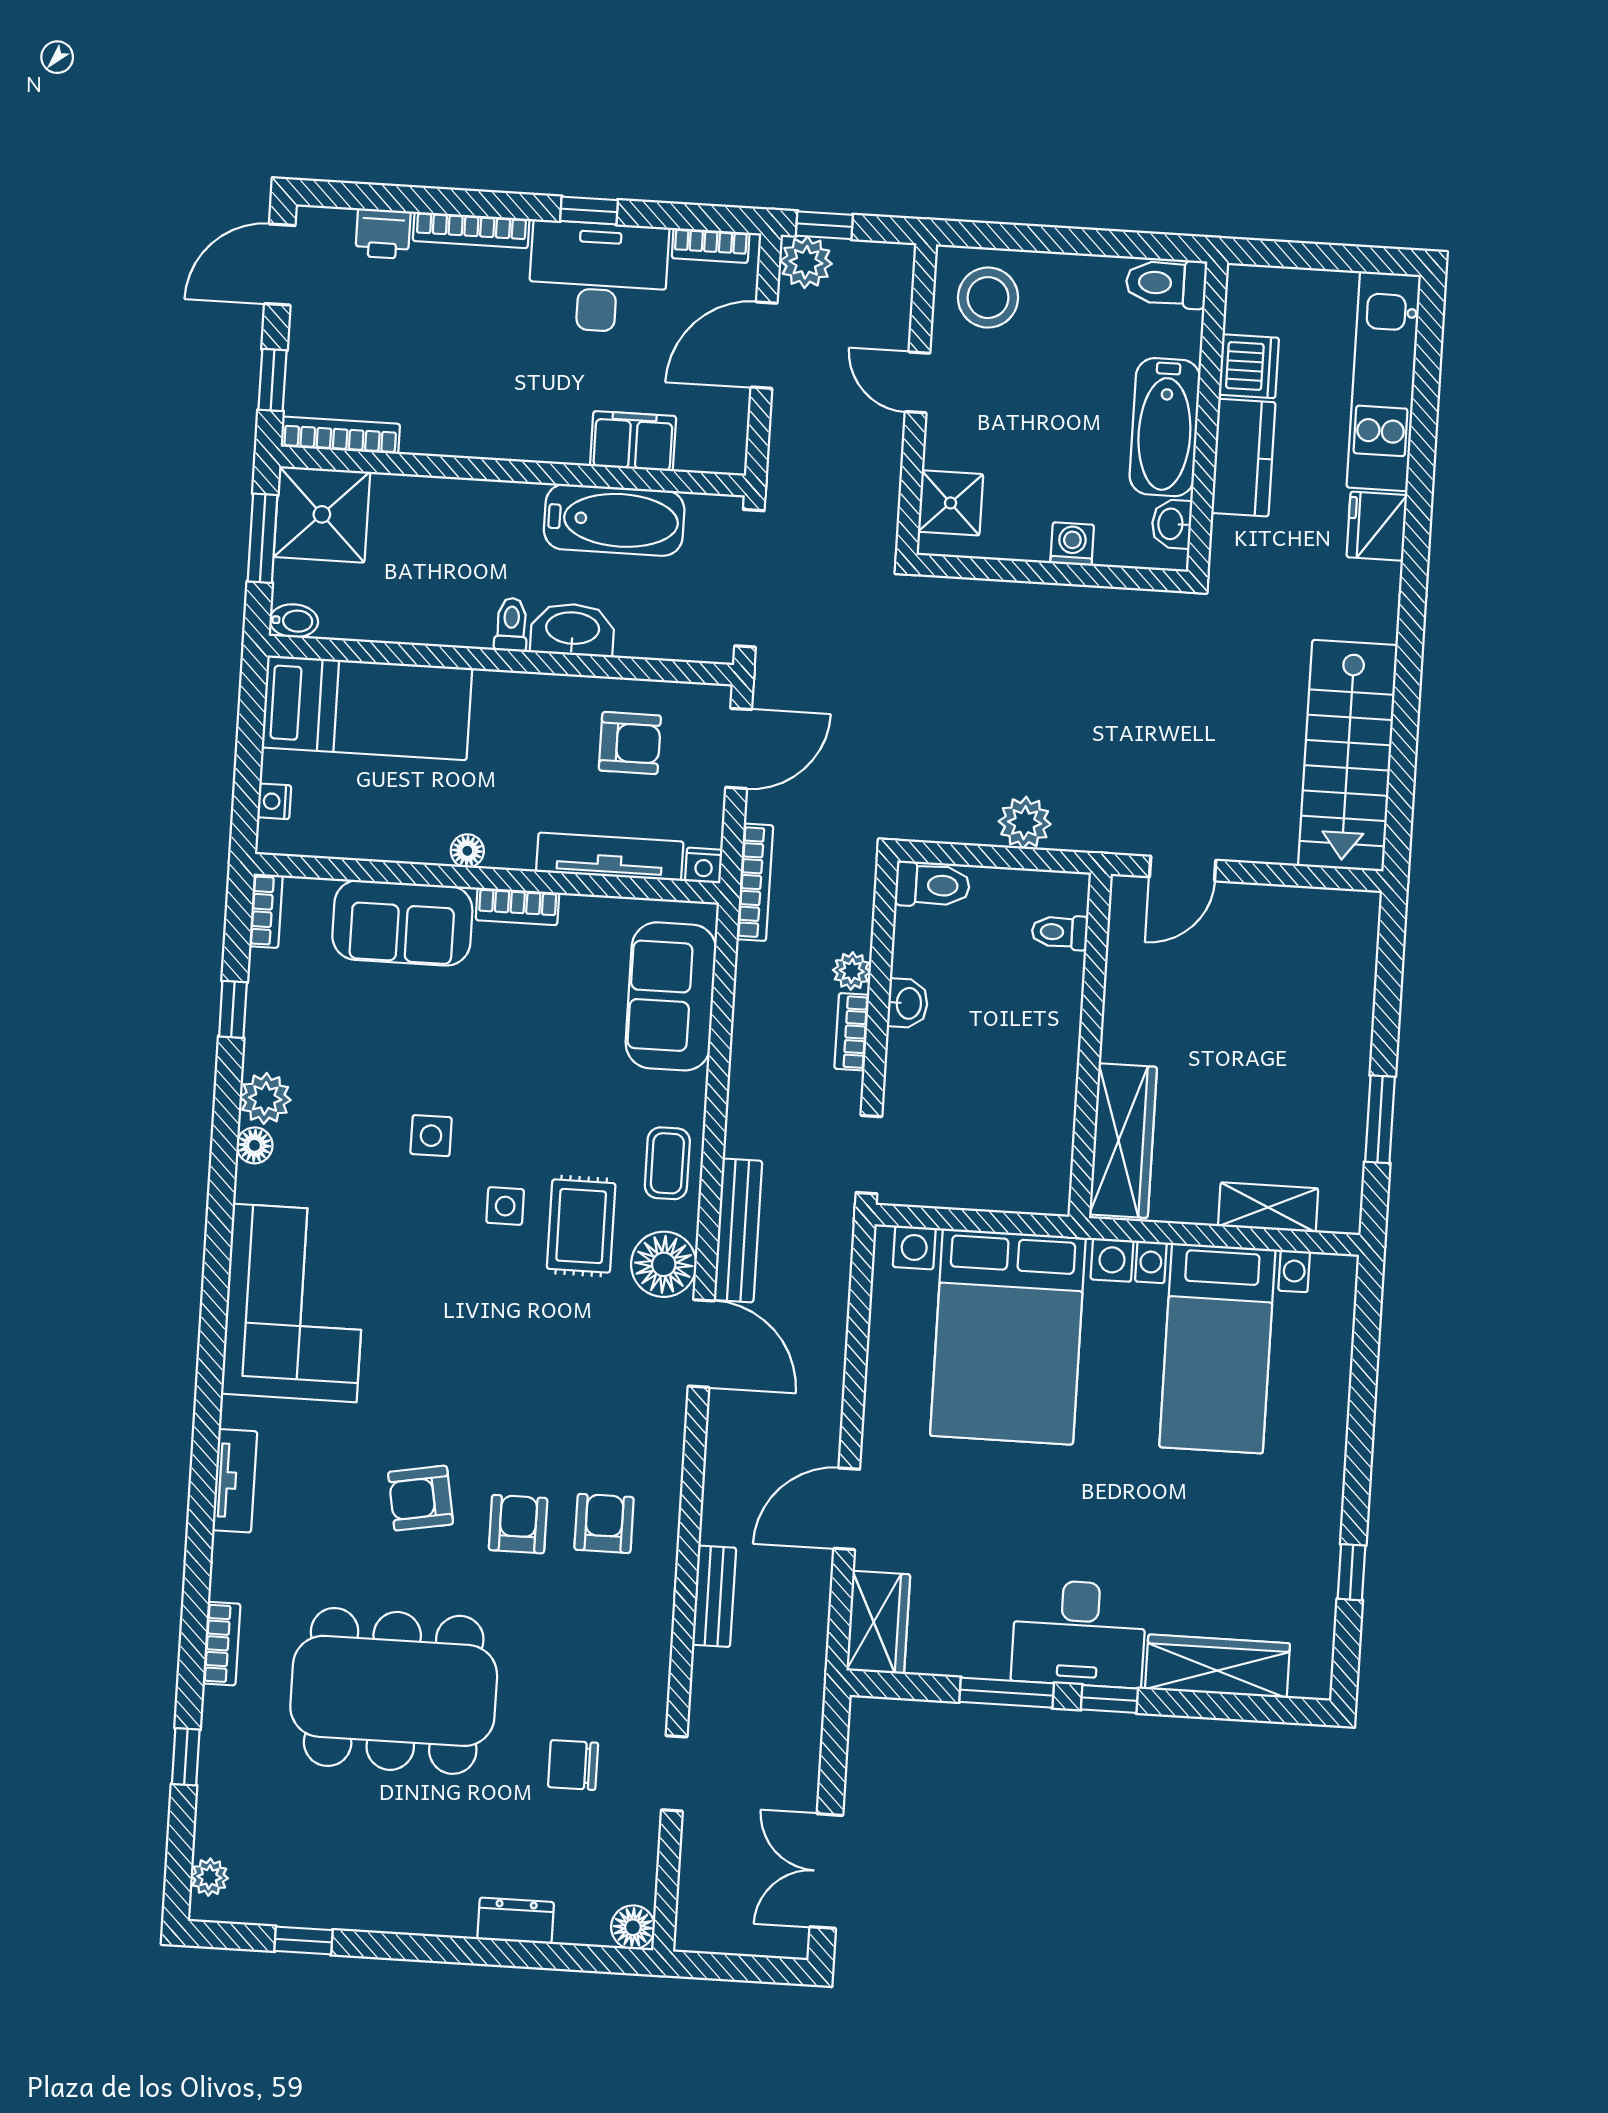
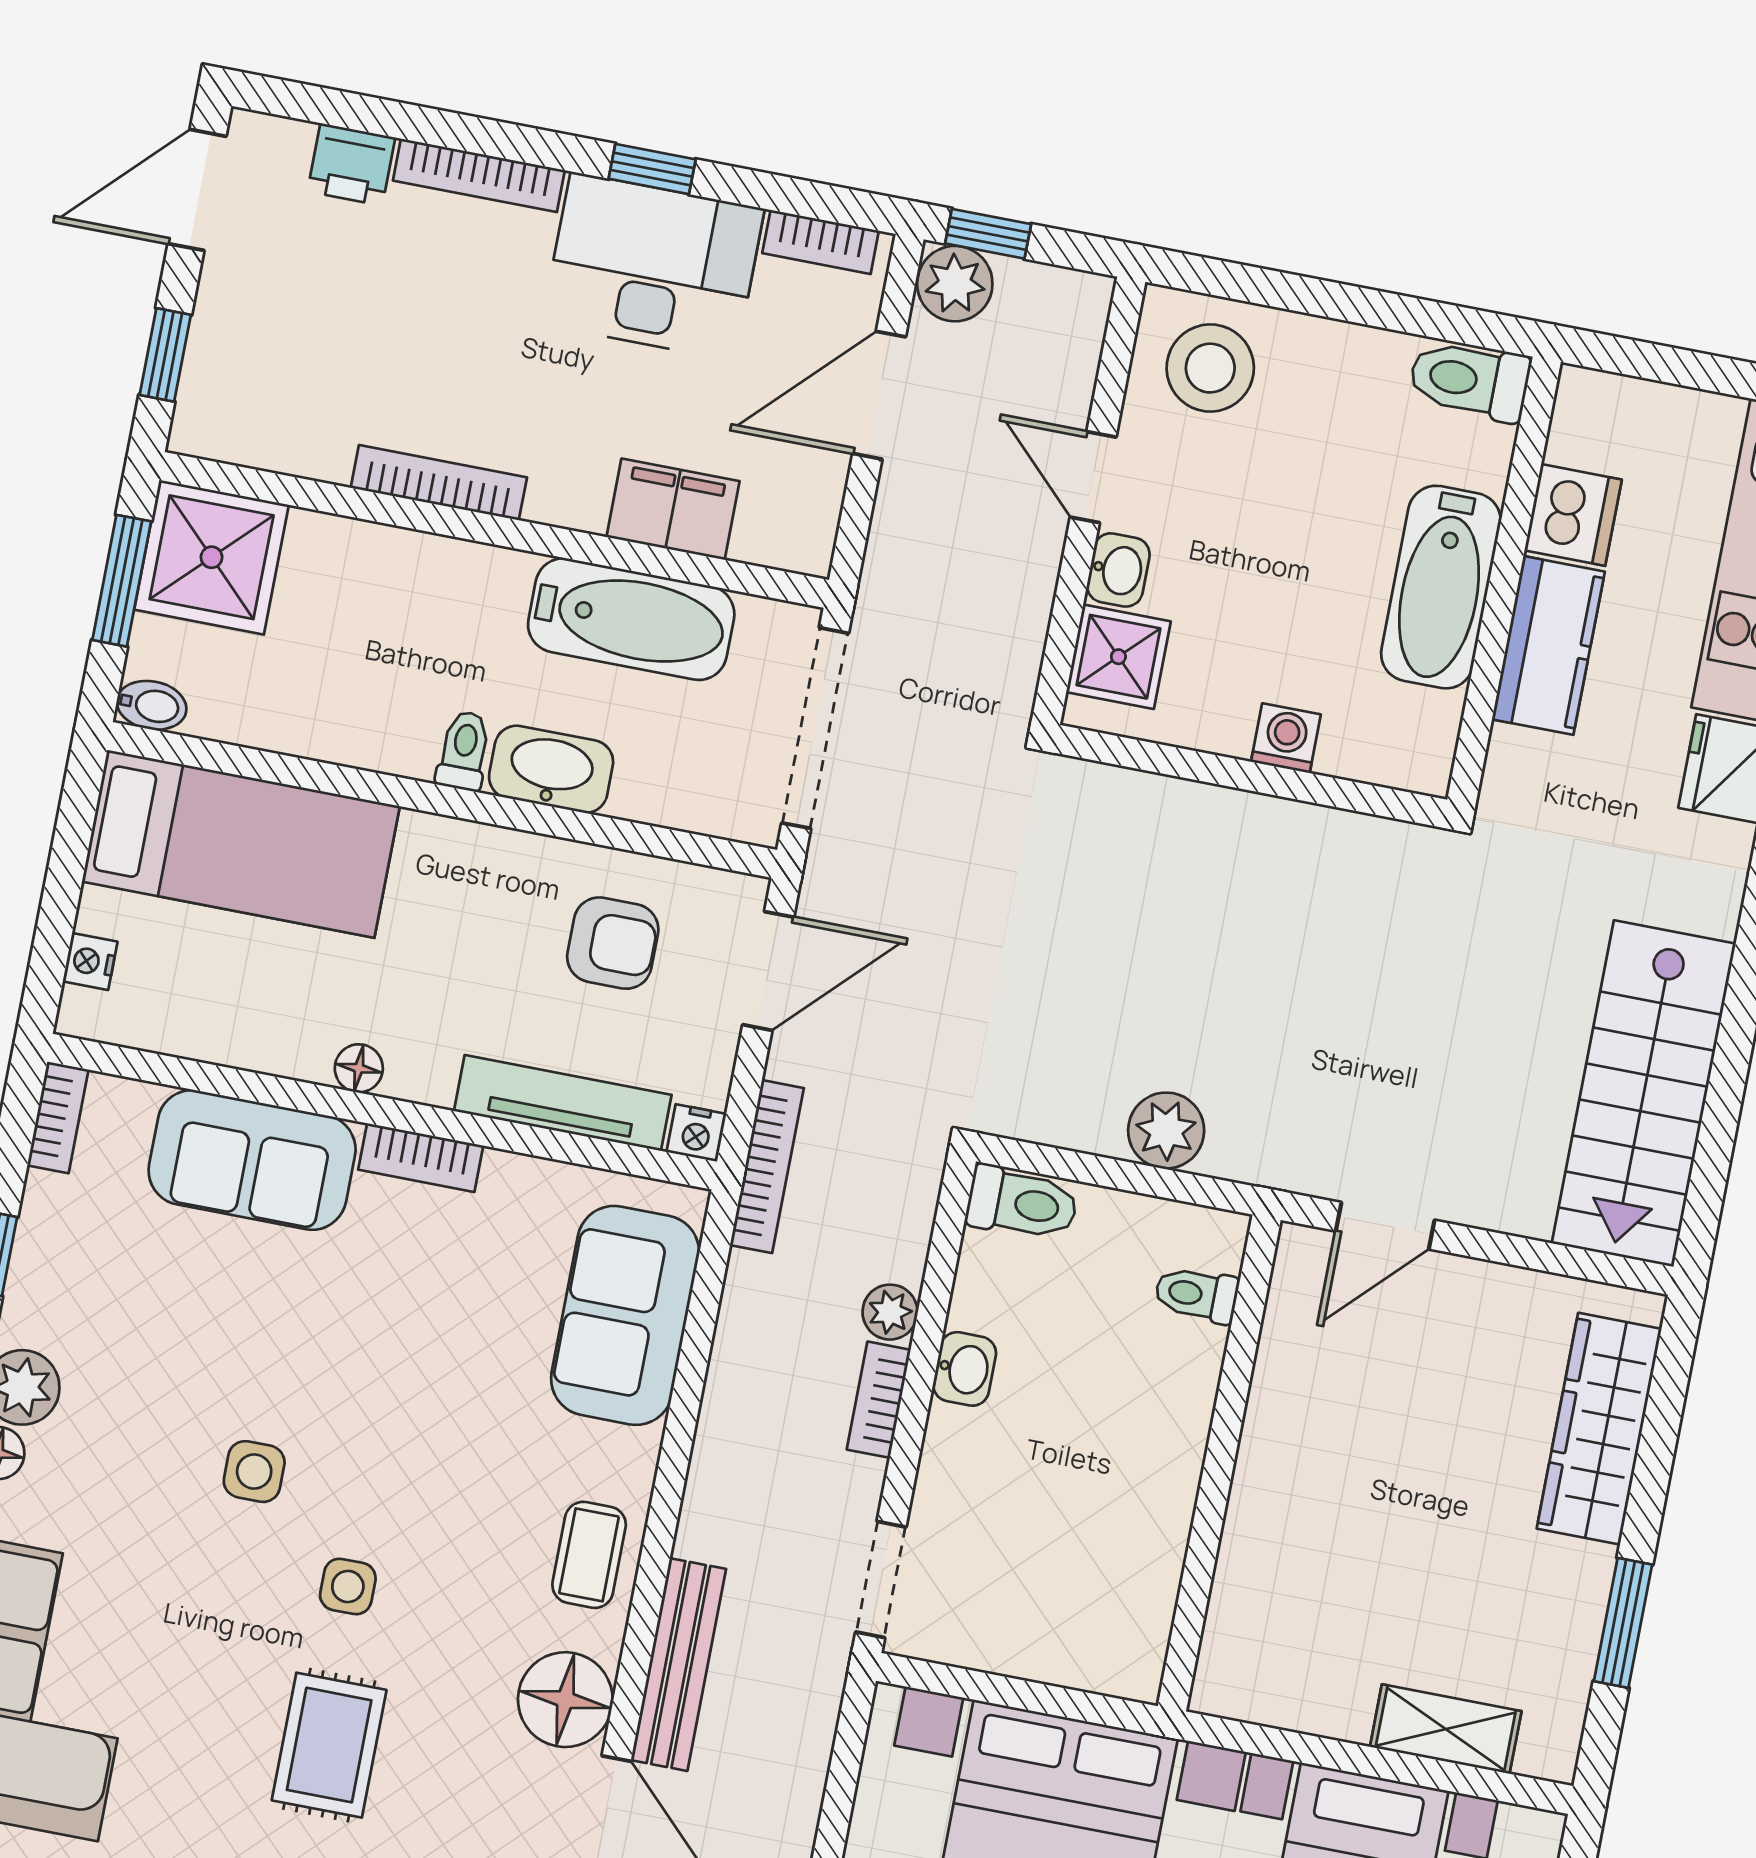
bookcase: (340, 435) -> (439, 483), moved
washbasin: (1172, 524) -> (1118, 570), moved, turned 180
wardrobe: (1123, 1141) -> (1599, 1429), moved, turned 180
rug: (581, 1226) -> (329, 1745), moved

